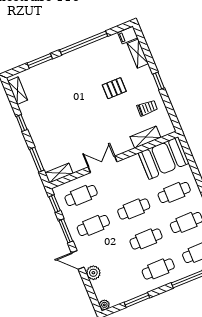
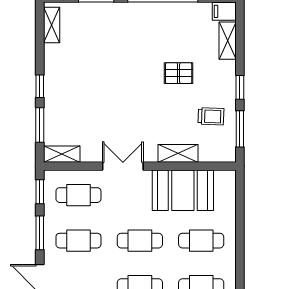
window: (170, 108) -> (240, 129), added
window: (22, 123) -> (40, 86), moved
shelving: (145, 137) -> (178, 153), moved
booth: (164, 158) -> (183, 190), moved

